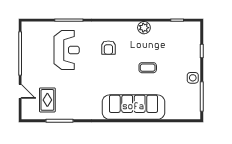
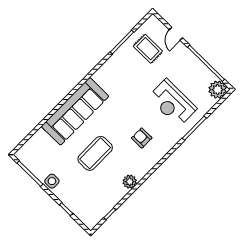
plant: (30, 30) -> (218, 90), added
coffee table: (148, 68) -> (95, 153), width x1.86, depth x1.72
door: (20, 91) -> (176, 34), hinge flipped

